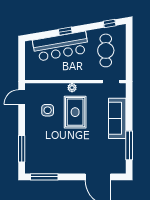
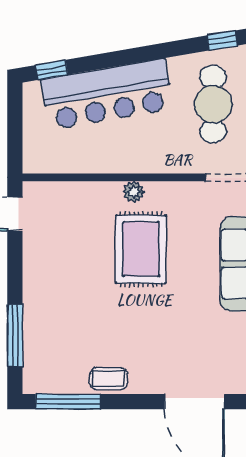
window: (65, 31) -> (52, 70), moved
side table: (48, 110) -> (76, 245), removed
coffee table: (61, 167) -> (109, 379), added

